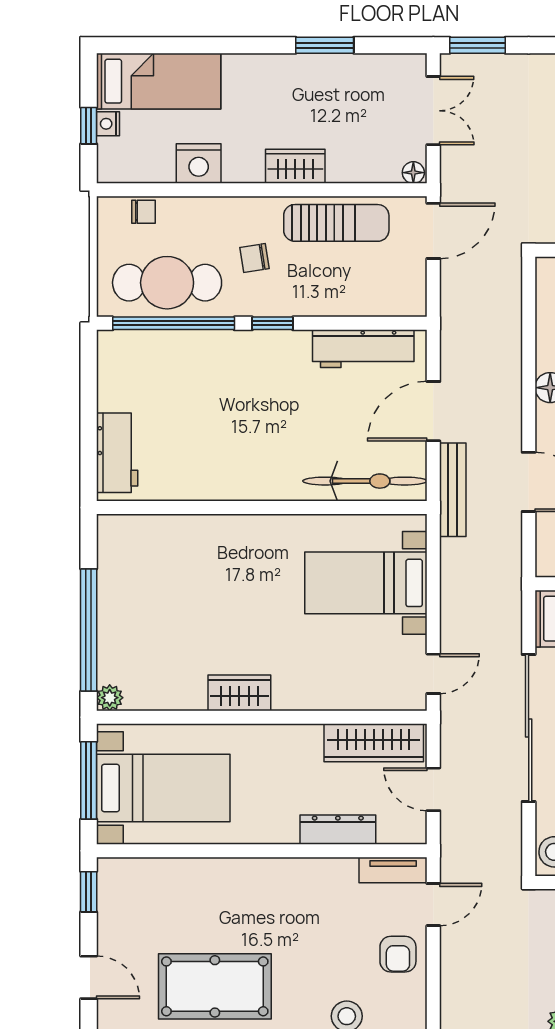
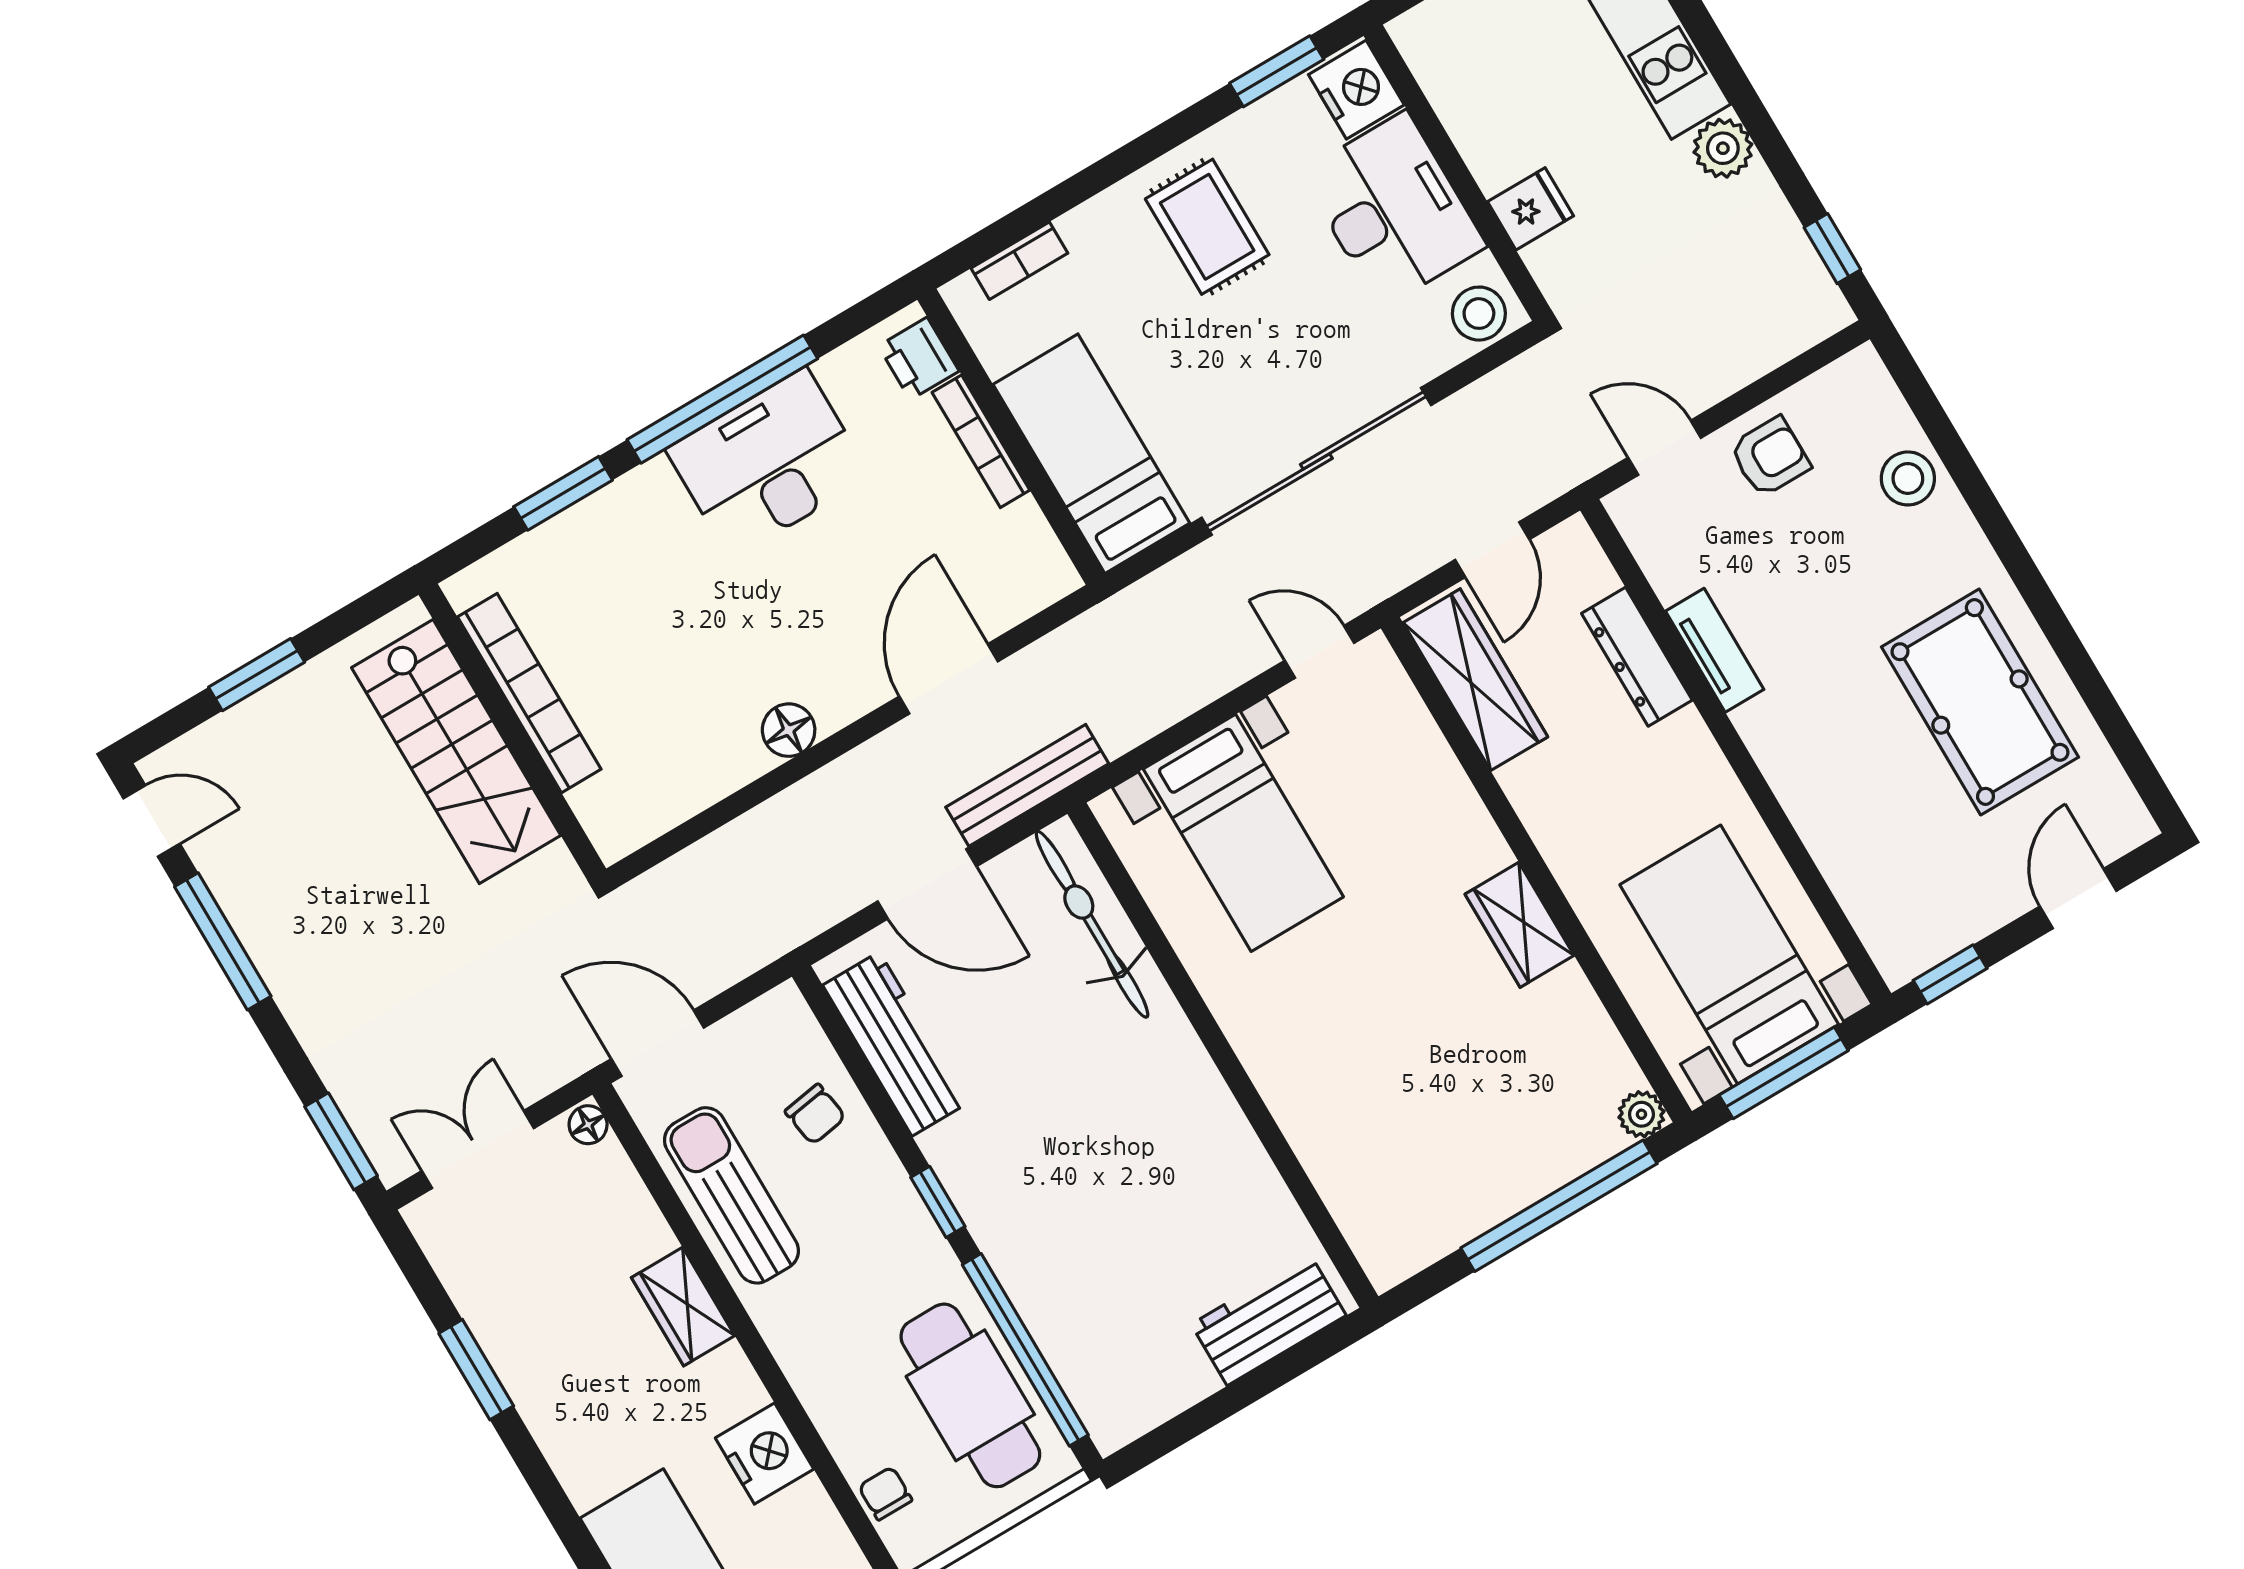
chair: (254, 258) -> (815, 1114), moved
tv unit: (393, 870) -> (1715, 650), moved

